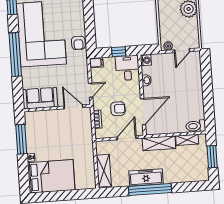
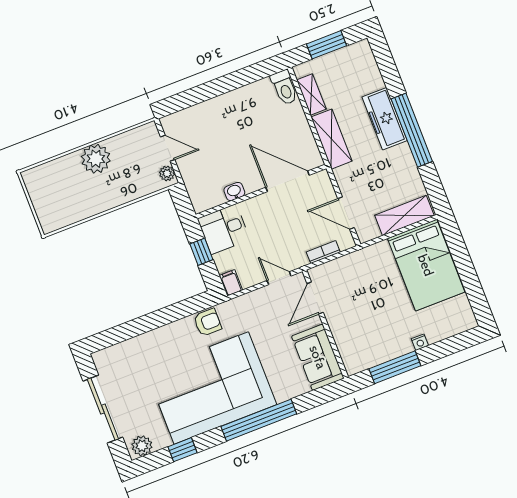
washing machine: (146, 60) -> (202, 203), removed
armchair: (118, 109) -> (296, 224), removed
door: (127, 138) -> (346, 213), moved
bed: (51, 176) -> (426, 265), moved, turned 180
freezer: (146, 177) -> (385, 119), moved

